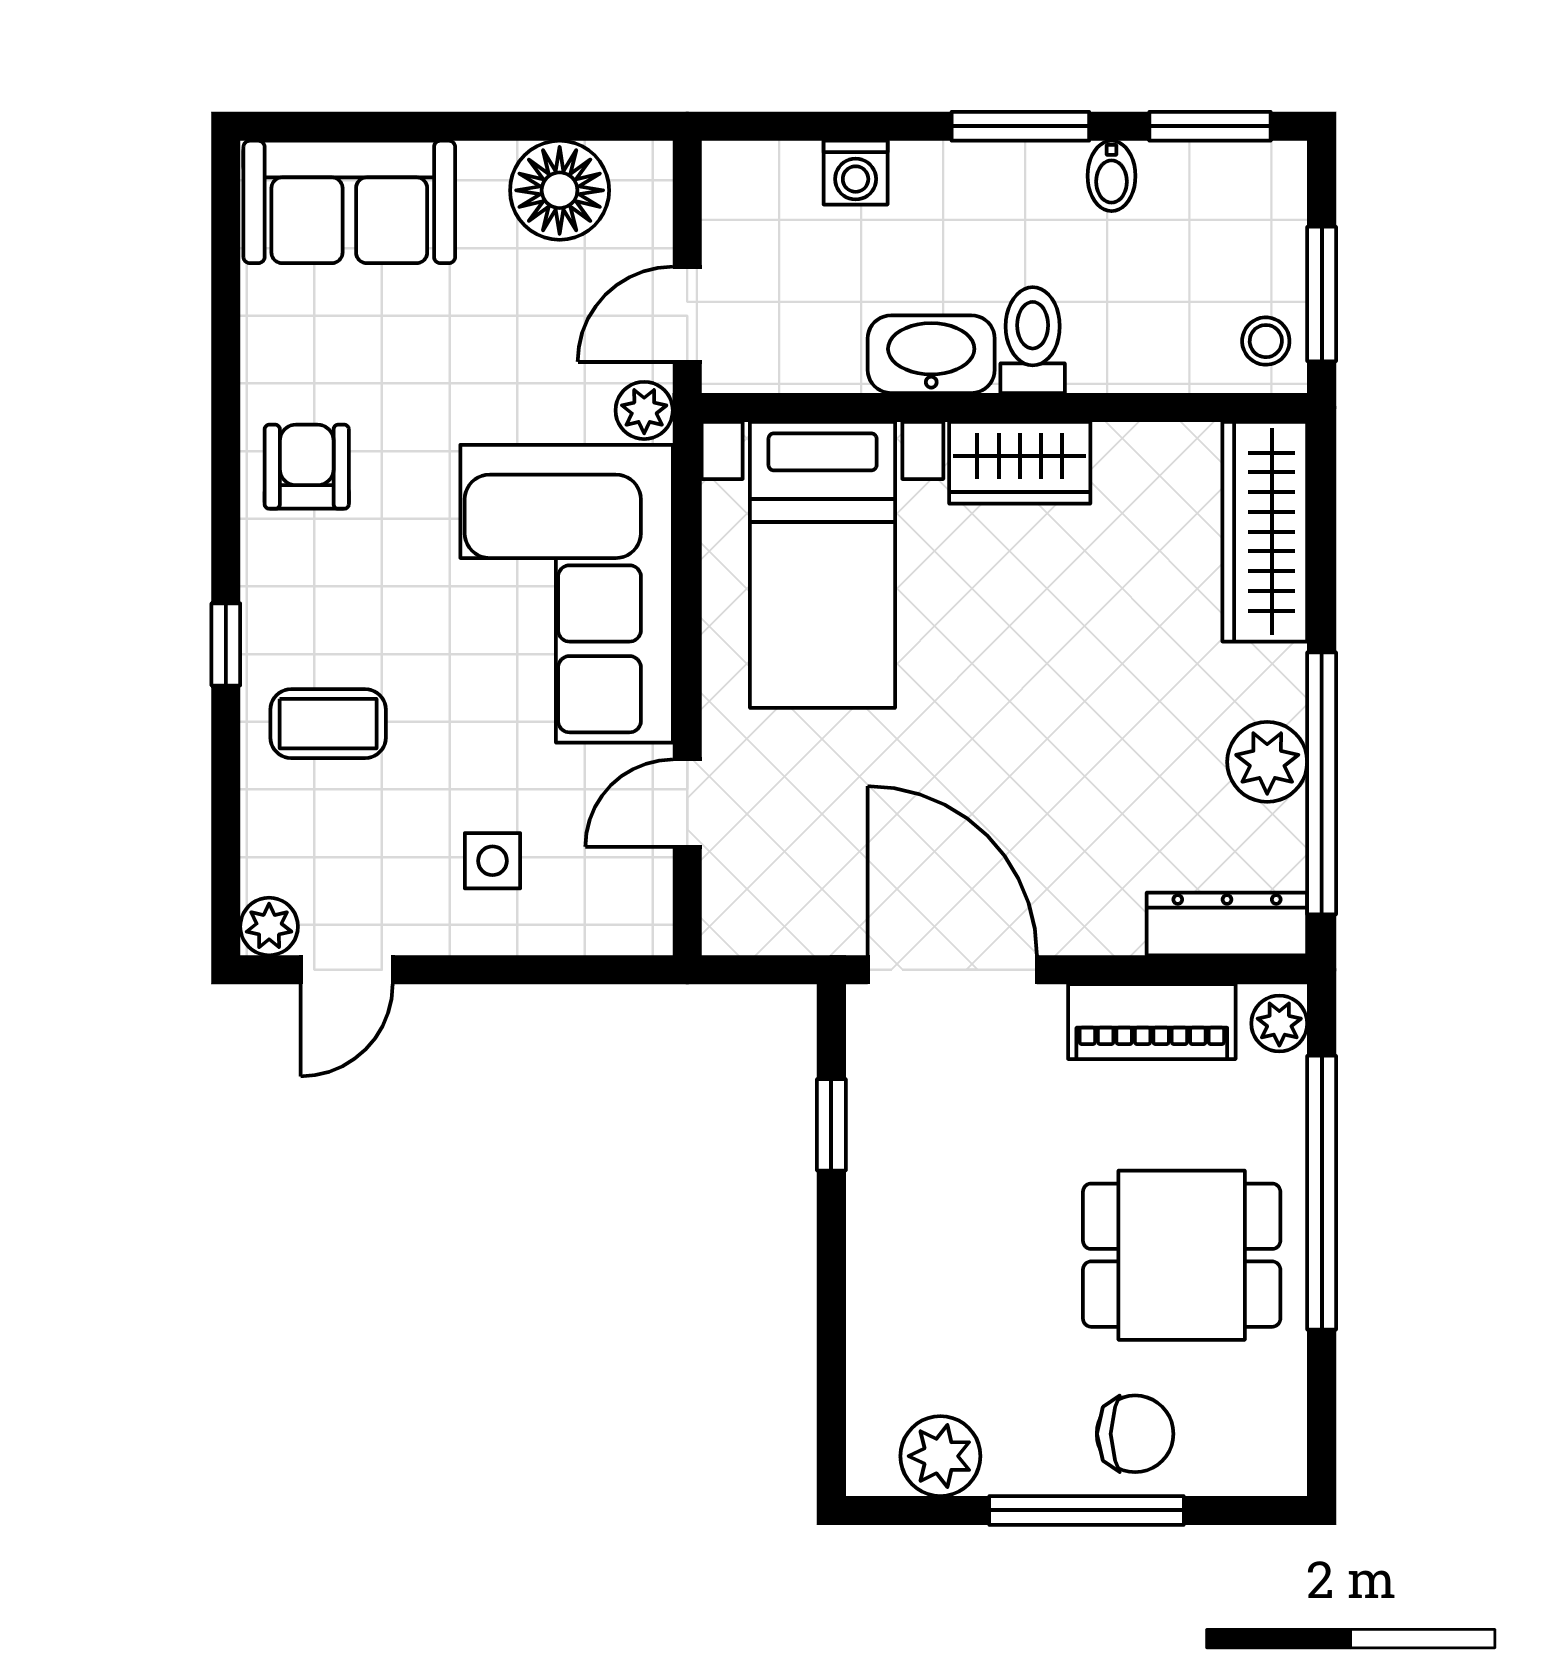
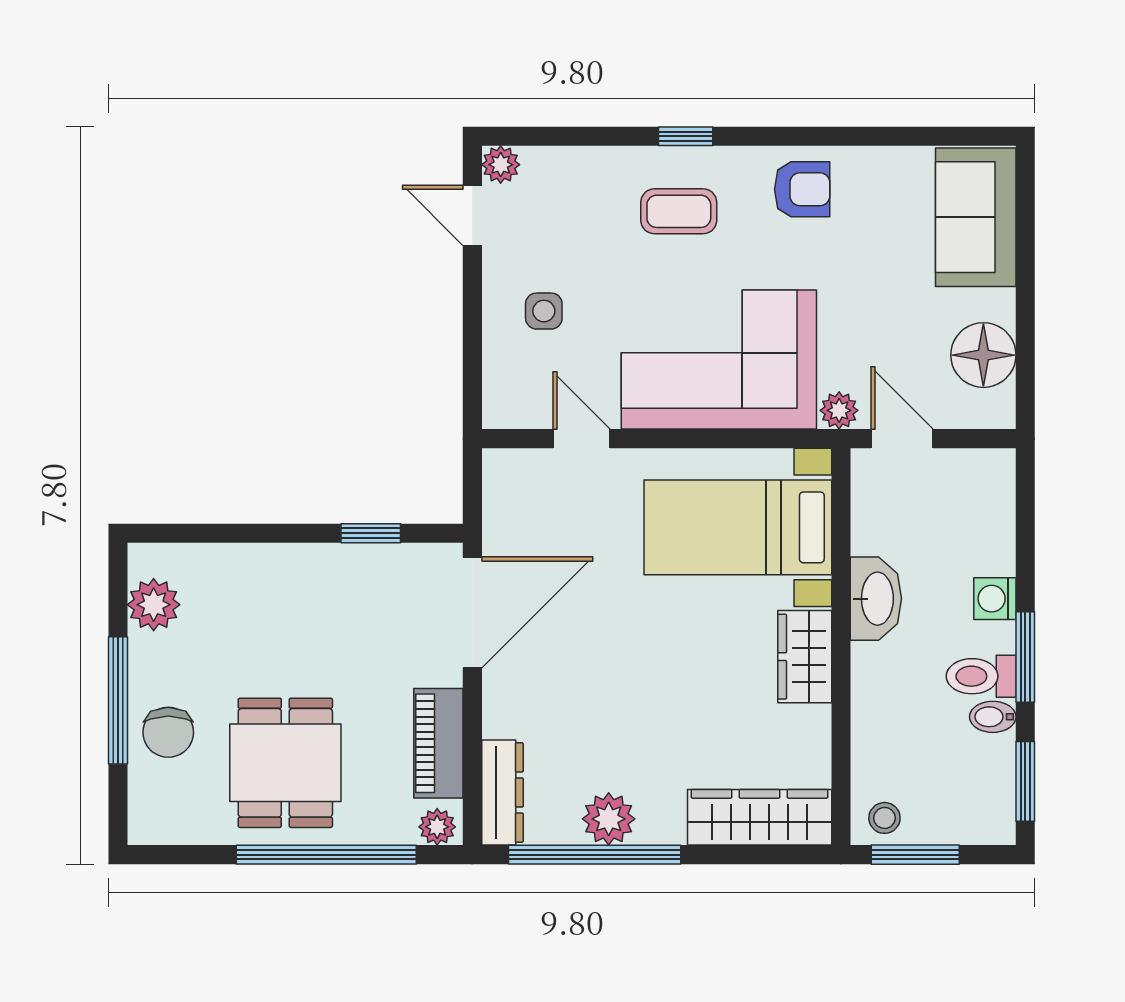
washing machine: (856, 173) -> (995, 599), moved
toilet: (1033, 340) -> (981, 676), moved, turned 180
coffee table: (328, 724) -> (679, 211), moved, turned 90

